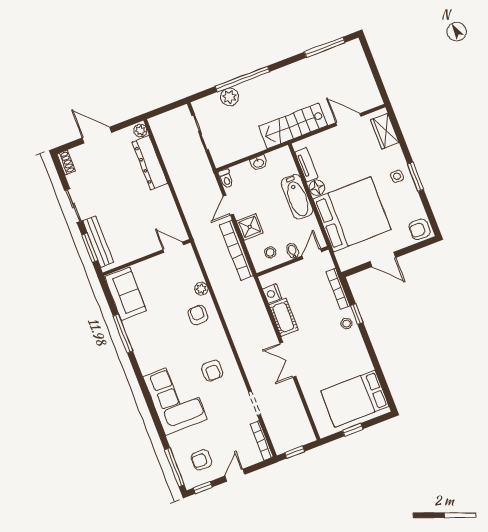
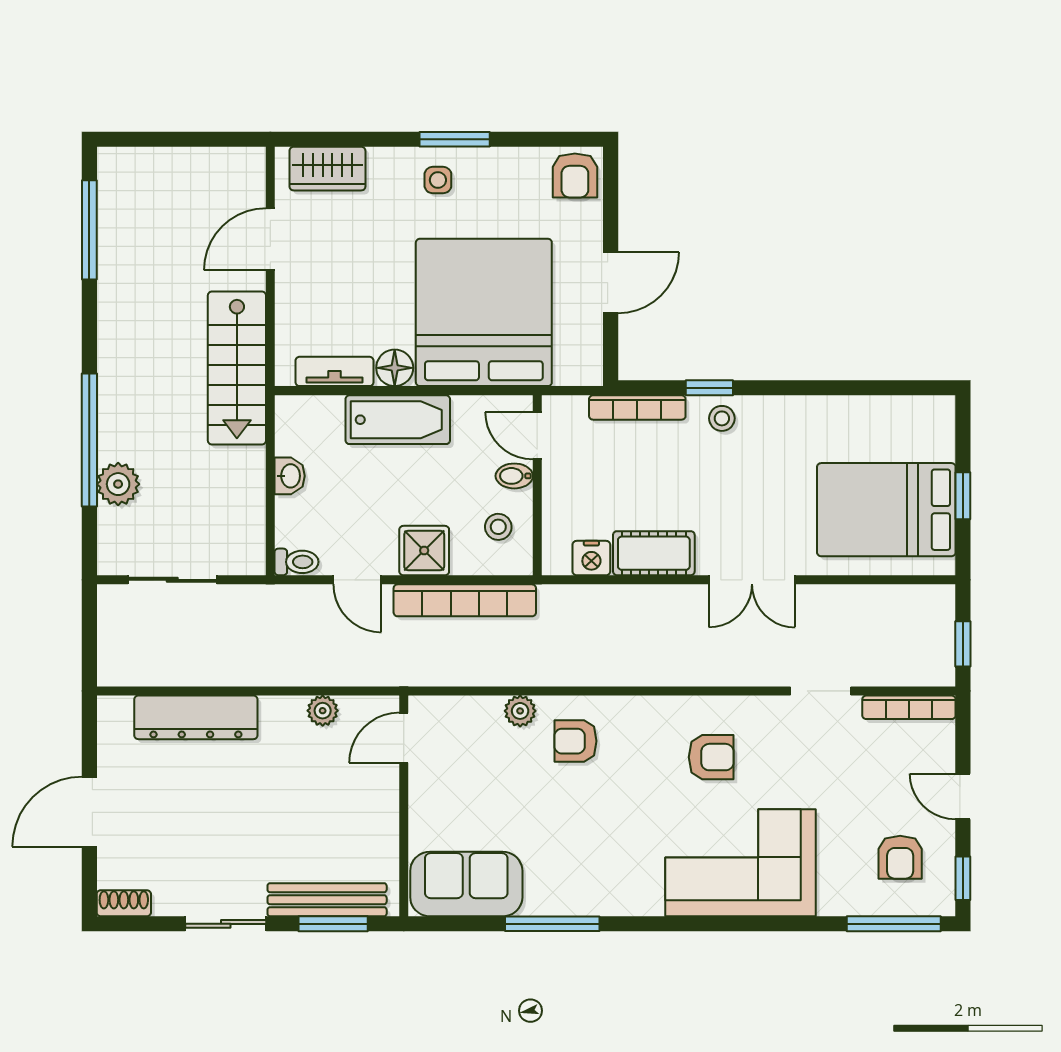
plant: (140, 130) -> (323, 711), moved
bed: (355, 399) -> (886, 510), moved, turned 90

